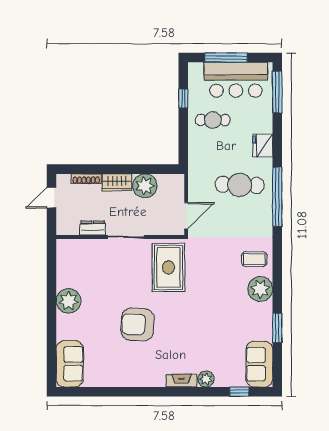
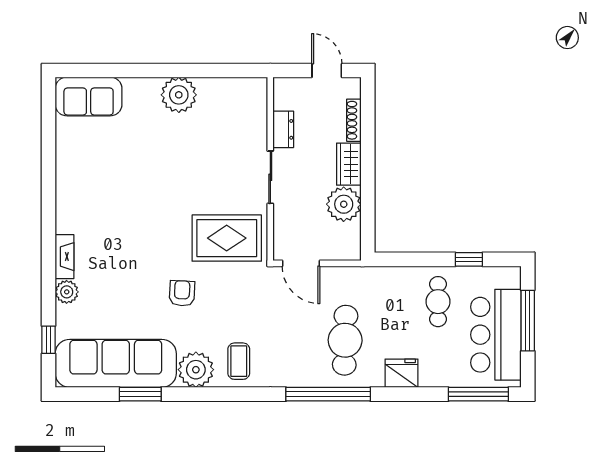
armchair: (137, 324) -> (182, 293), moved, width x0.53, depth x0.53
sofa: (259, 364) -> (116, 363), width x1.85, depth x1.27

